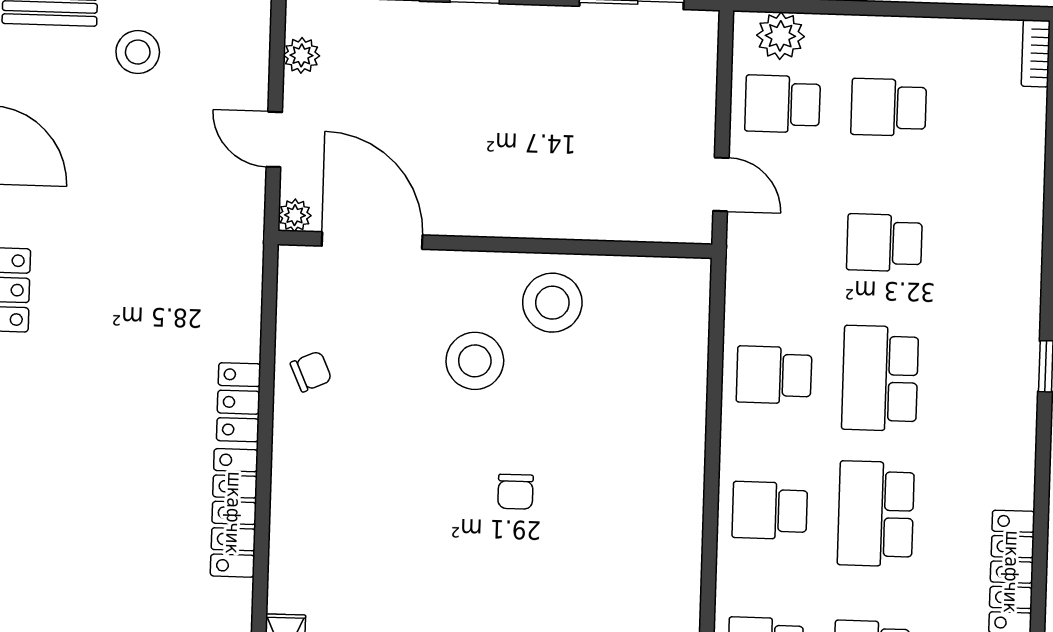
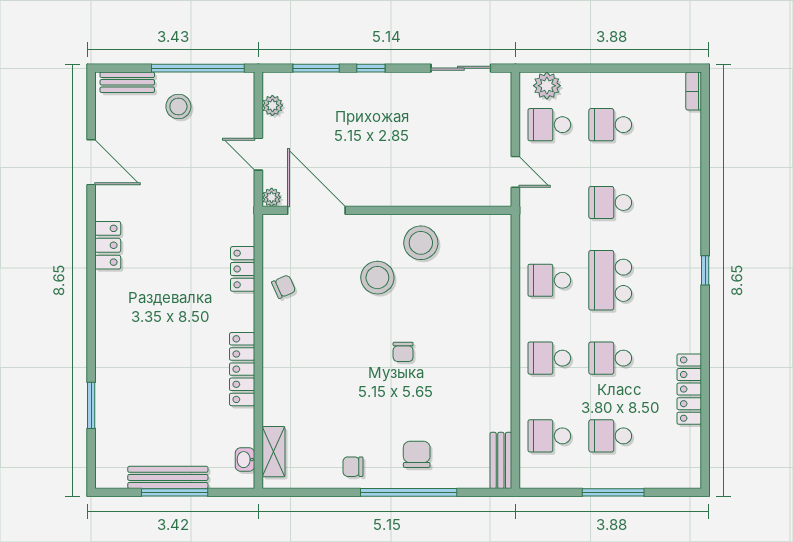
locker: (239, 402) -> (243, 269), moved
school desk: (876, 514) -> (610, 358), width x0.54

